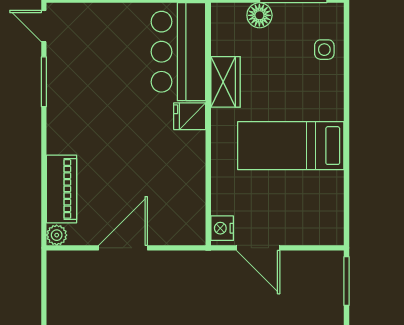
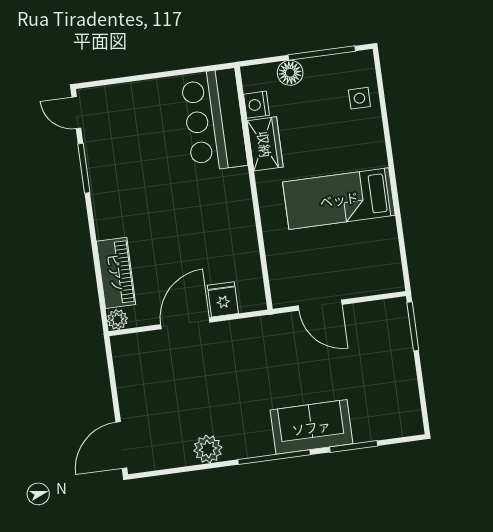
fridge: (190, 116) -> (223, 299), moved, turned 90
nightstand: (222, 228) -> (256, 105), moved

